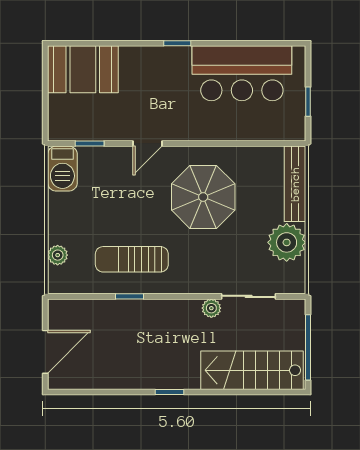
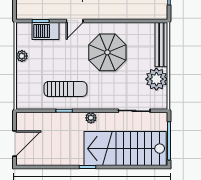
barbecue: (62, 169) -> (46, 31), moved, turned 90
plant: (58, 255) -> (22, 56), moved
sun lounger: (132, 259) -> (65, 89), turned 180
plant: (211, 308) -> (91, 118), moved
stairs: (252, 370) -> (125, 149), width x1.36, depth x1.51

